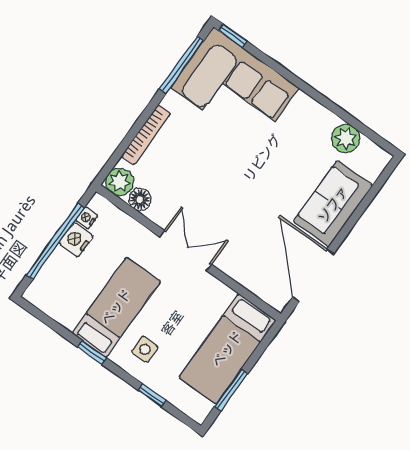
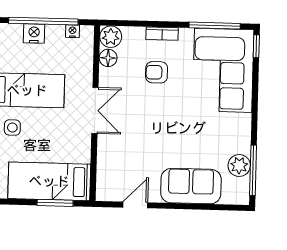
window: (361, 127) -> (253, 170), added
bookcase: (146, 135) -> (162, 34), width x0.64
armchair: (189, 159) -> (157, 72), added
nightstand: (76, 240) -> (34, 33), moved
door: (313, 275) -> (135, 205), width x0.53
window: (231, 390) -> (55, 203), moved

